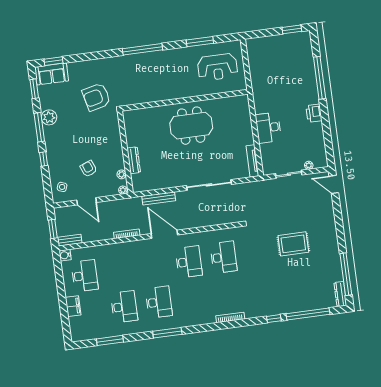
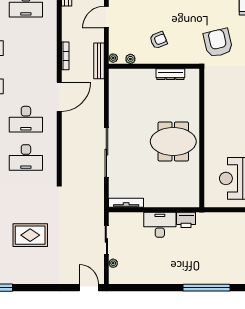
printer: (314, 113) -> (186, 220), moved, turned 180
meeting table: (191, 126) -> (173, 141), turned 90
dresser: (134, 160) -> (170, 74), moved
armchair: (89, 169) -> (158, 40), moved
door: (334, 184) -> (89, 288), hinge flipped
bench: (159, 198) -> (99, 61), moved
rug: (293, 244) -> (30, 235), turned 90

